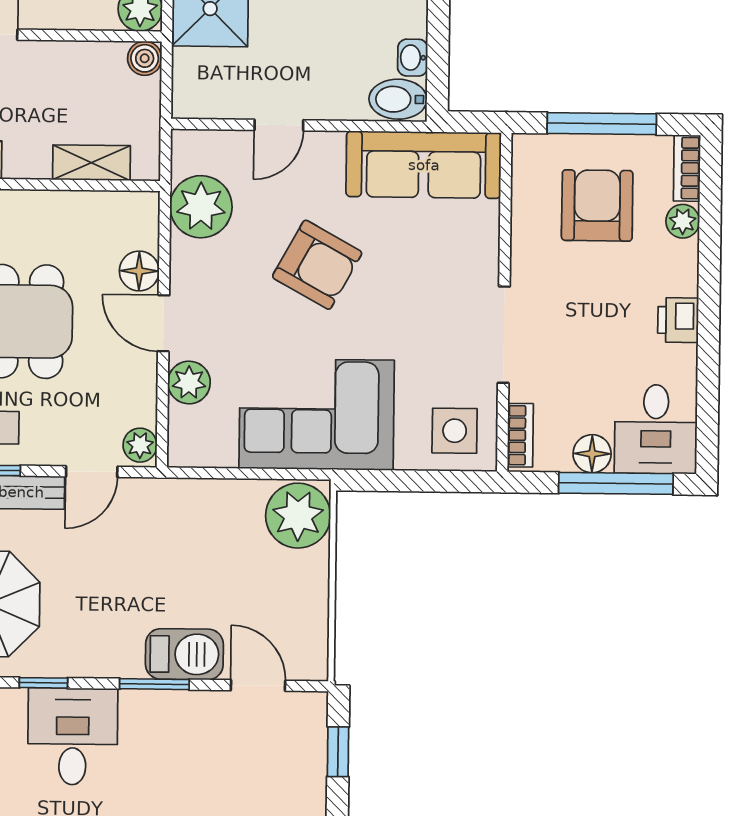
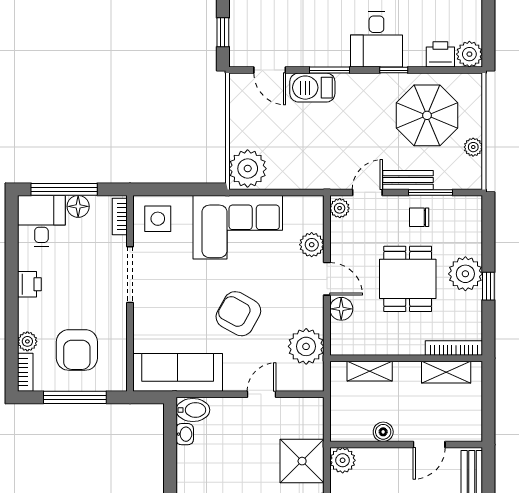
boiler: (145, 58) -> (383, 432), moved

